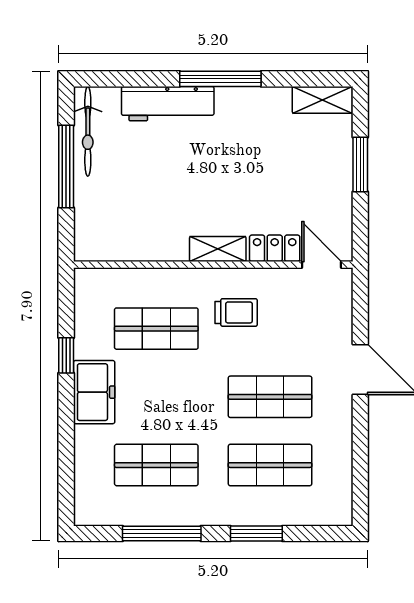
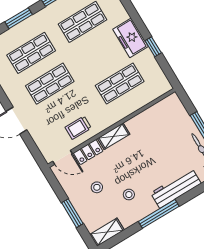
stool: (250, 139) -> (129, 195), added
stool: (295, 182) -> (97, 187), added
trolley: (236, 312) -> (78, 128), moved

